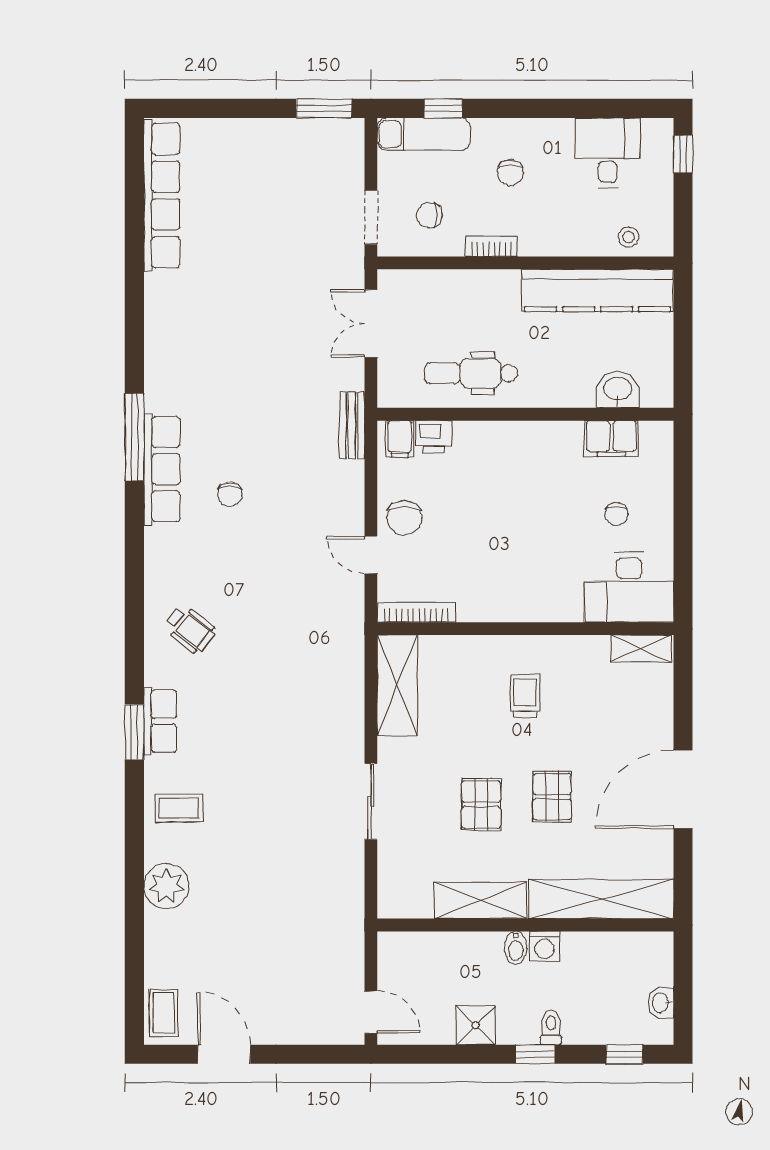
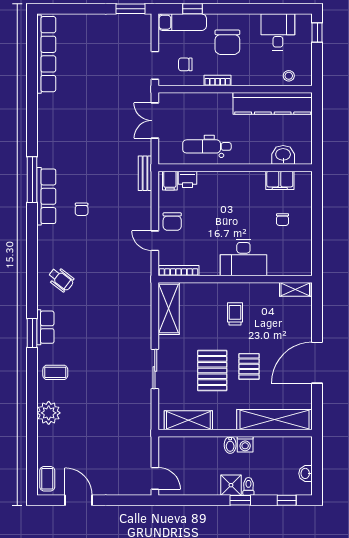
chair: (510, 173) -> (227, 42), width x1.87, depth x1.87
desk: (629, 587) -> (243, 258), moved
pallet: (481, 804) -> (212, 370), width x1.50, depth x1.42
shelving: (480, 900) -> (188, 420), moved
shower: (476, 1025) -> (231, 485), moved

